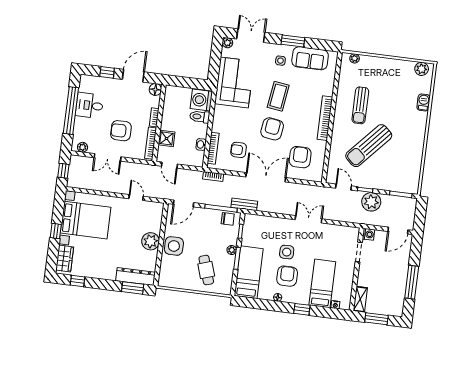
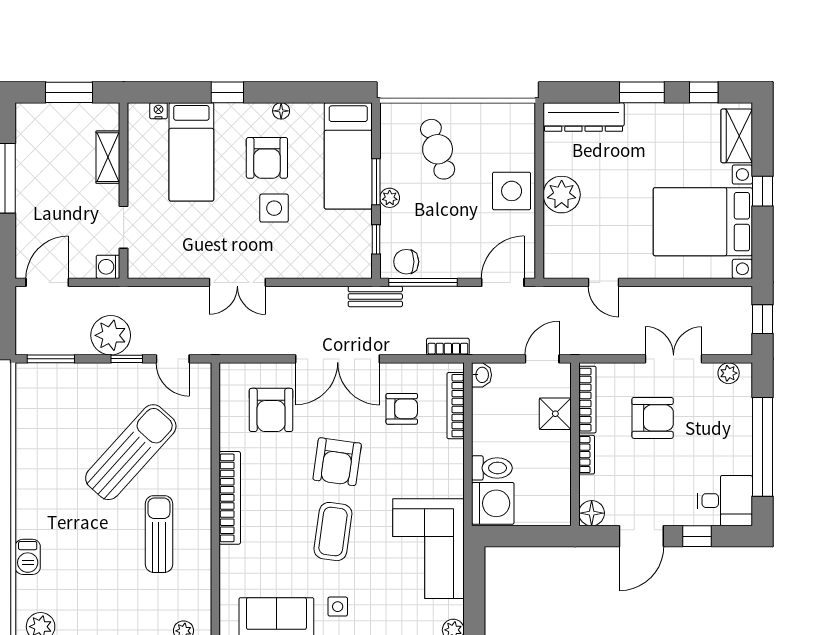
desk: (90, 105) -> (725, 501), moved
washbasin: (201, 145) -> (482, 375), moved
door: (169, 165) -> (542, 359), hinge flipped
window: (133, 288) -> (642, 92), moved
shelving: (360, 299) -> (108, 157), moved

